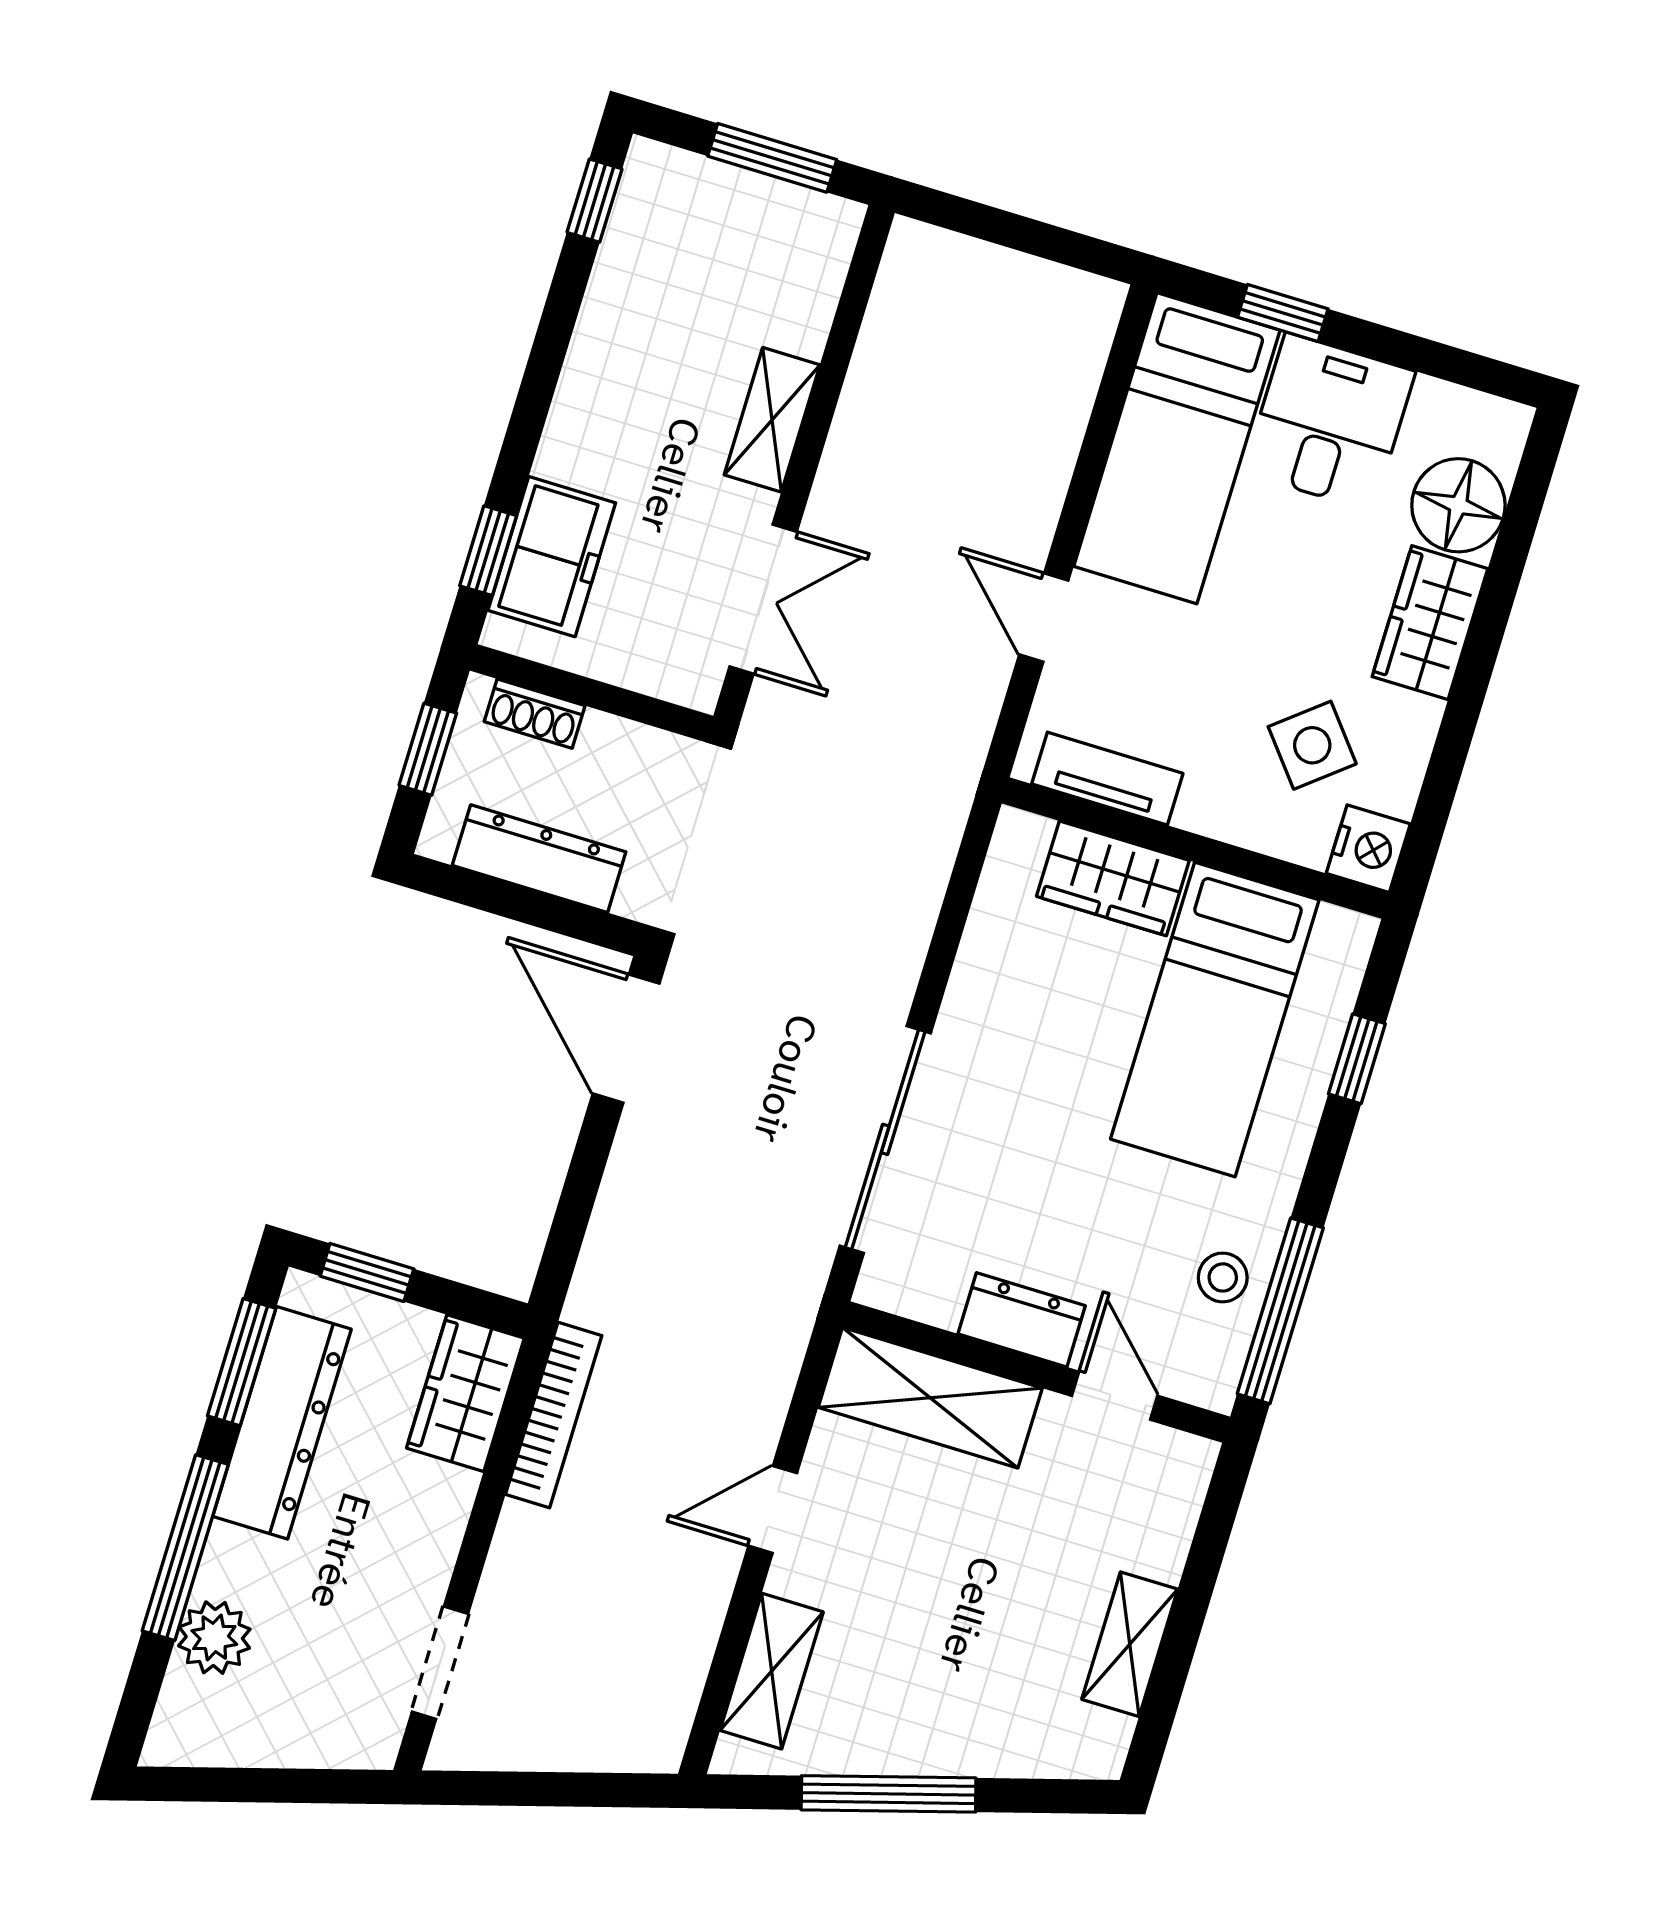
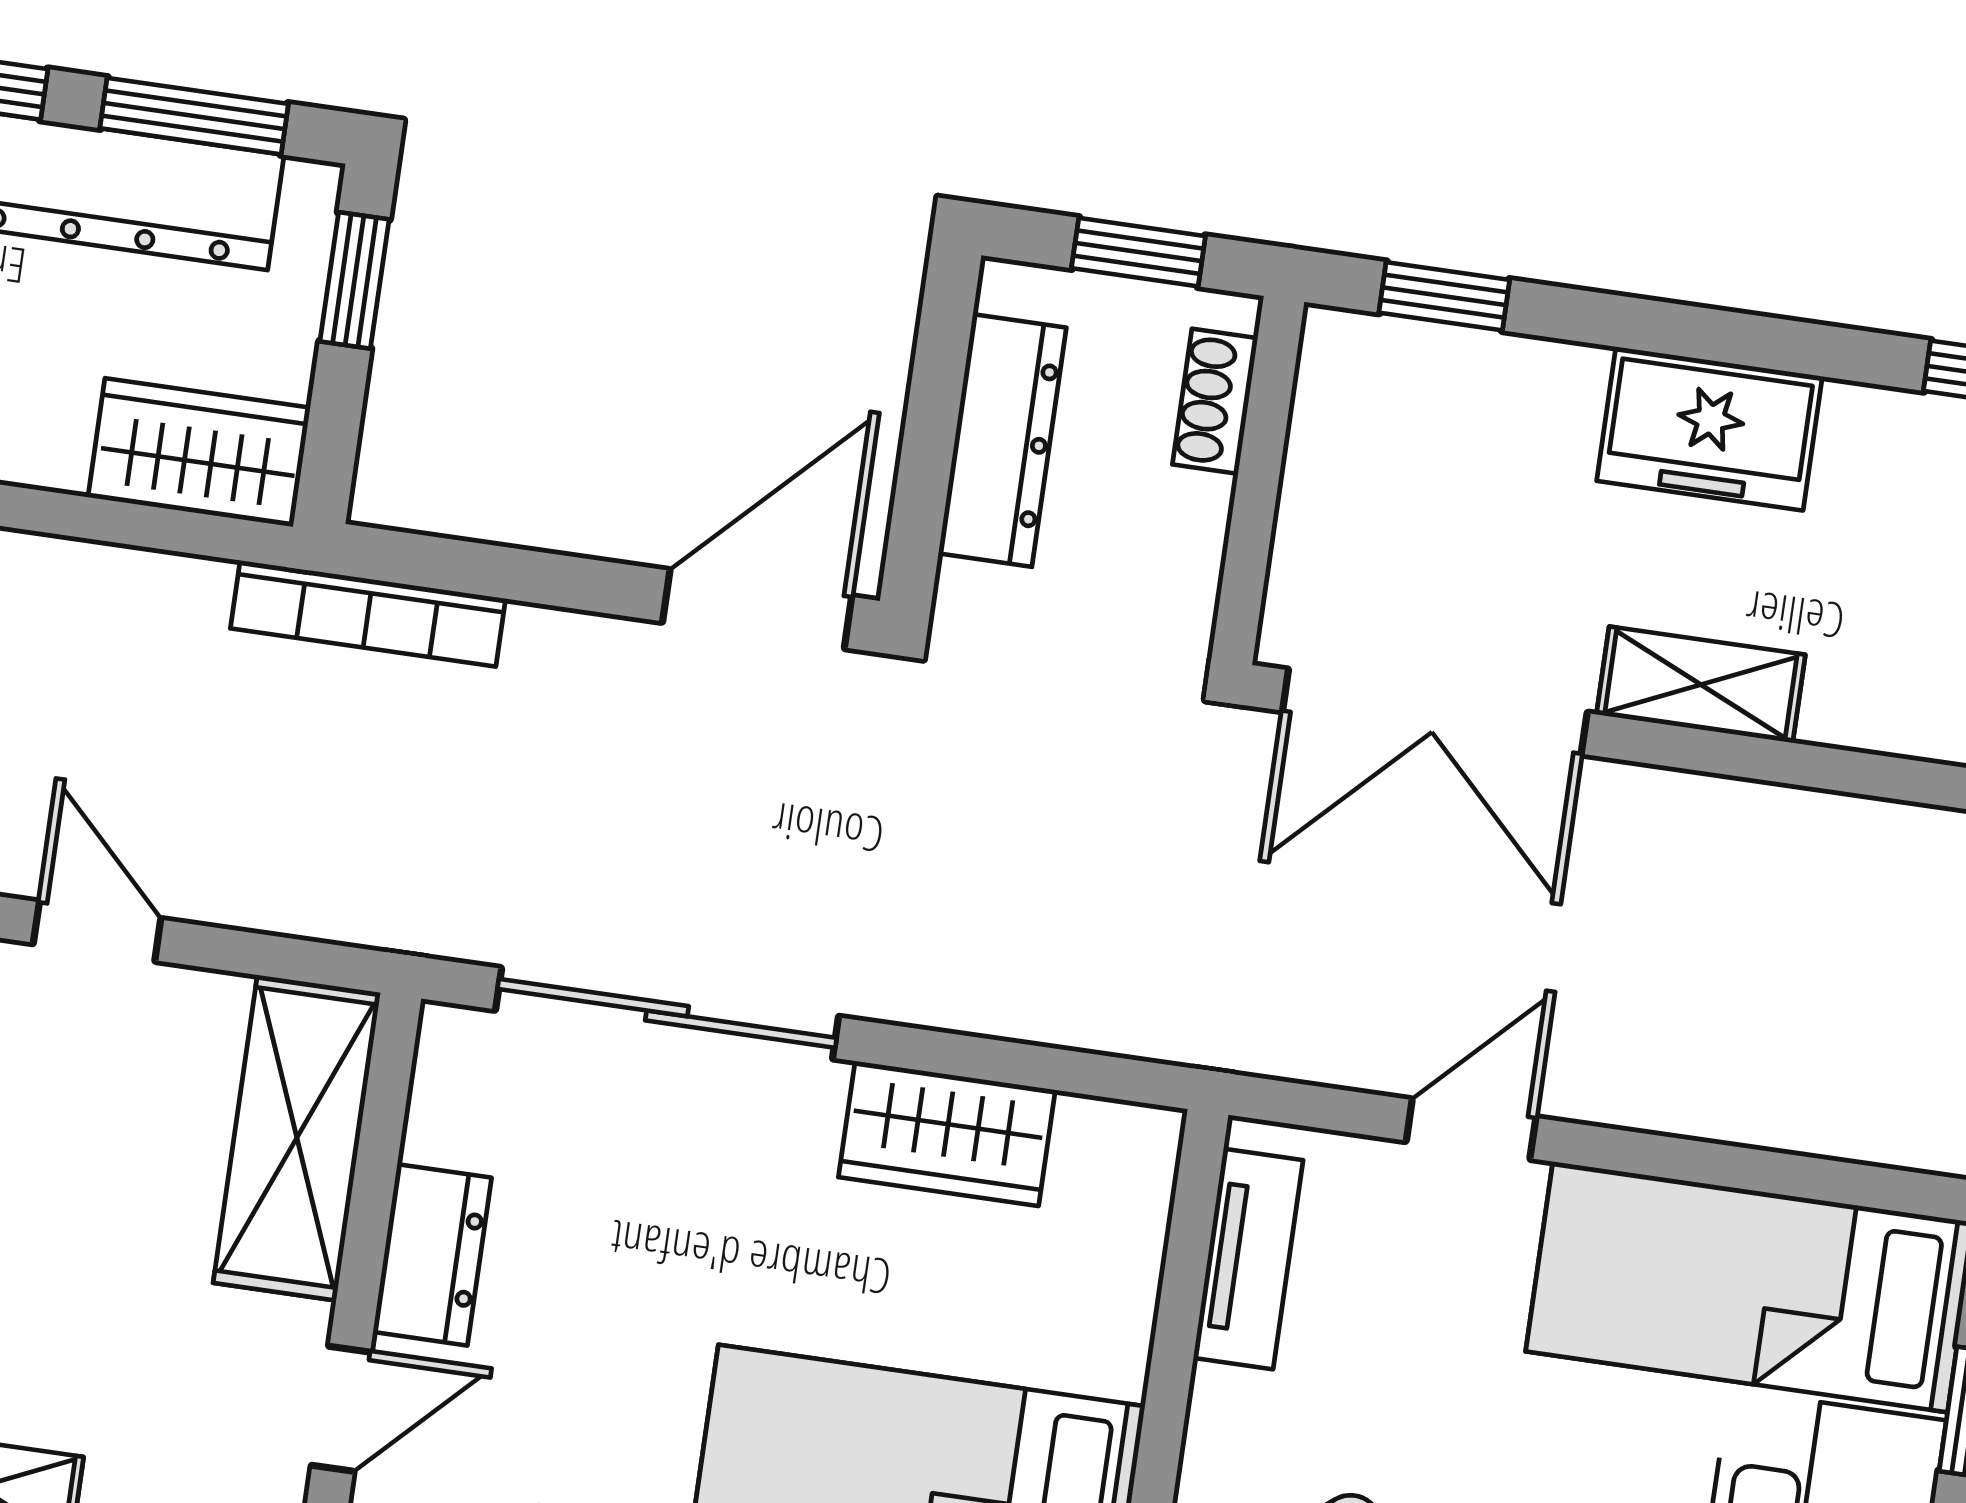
freezer: (552, 557) -> (1709, 429), moved
double door: (763, 599) -> (1435, 712), width x1.37
wardrobe: (1113, 878) -> (947, 1134), moved, turned -90
bookcase: (554, 1415) -> (368, 614), moved

